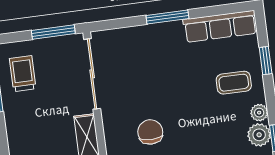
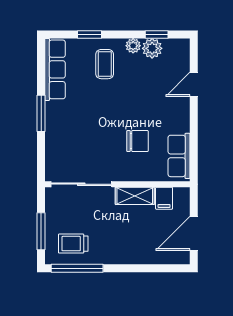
window: (53, 32) -> (41, 231), moved
chair: (150, 132) -> (137, 141), turned 180

